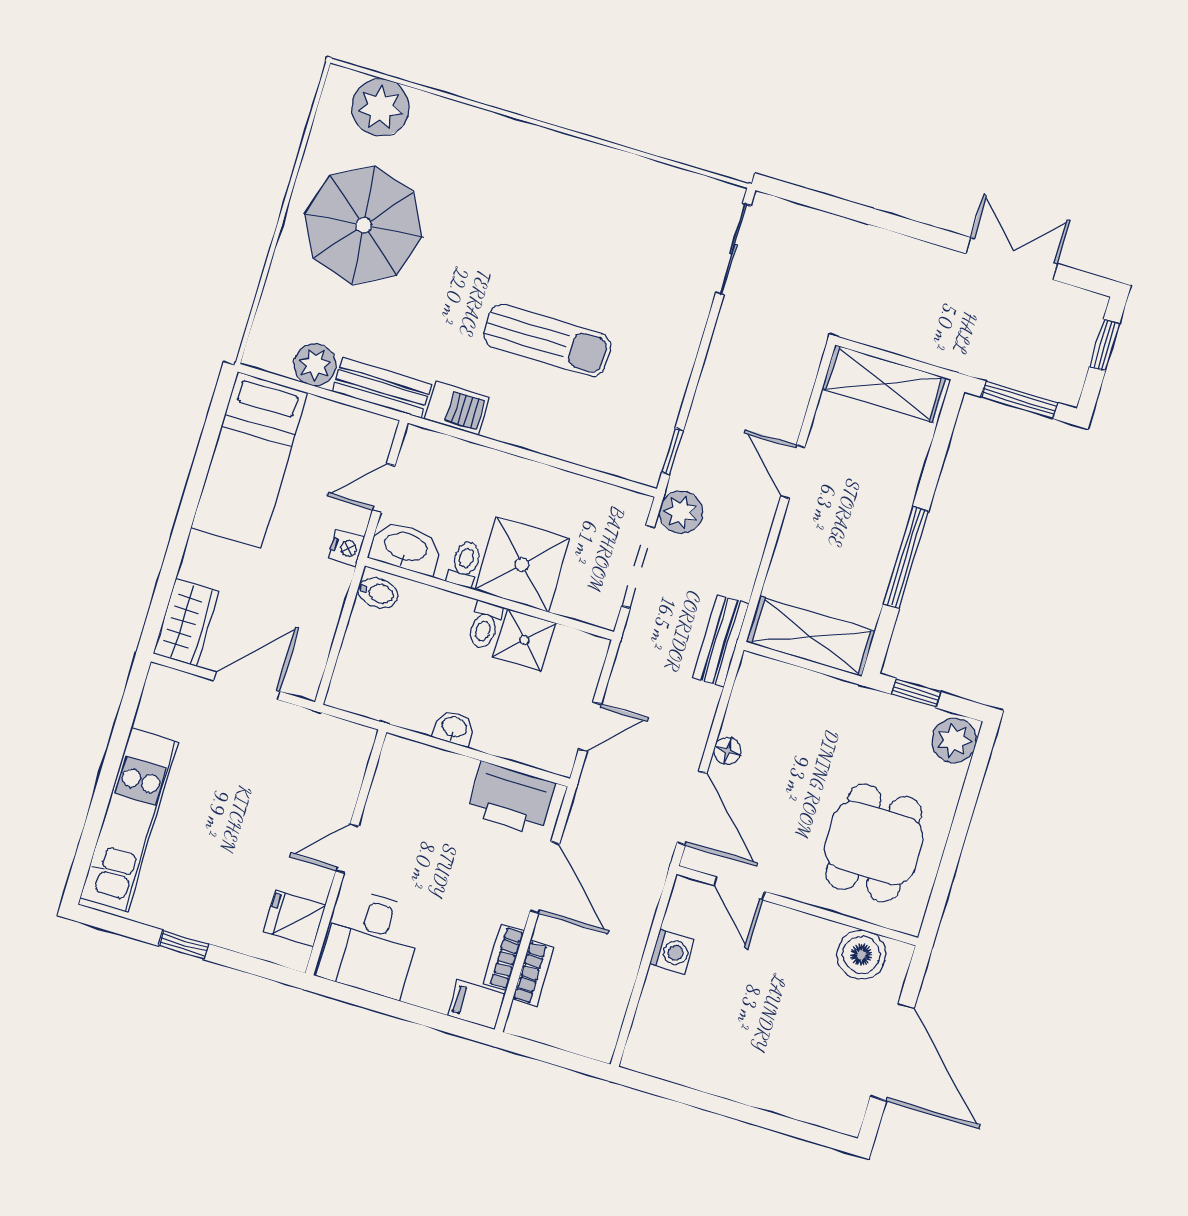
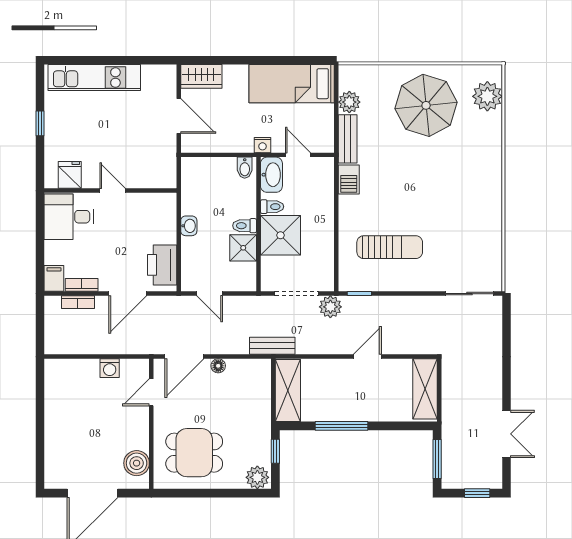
sun lounger: (547, 341) -> (390, 247), moved, turned -90

